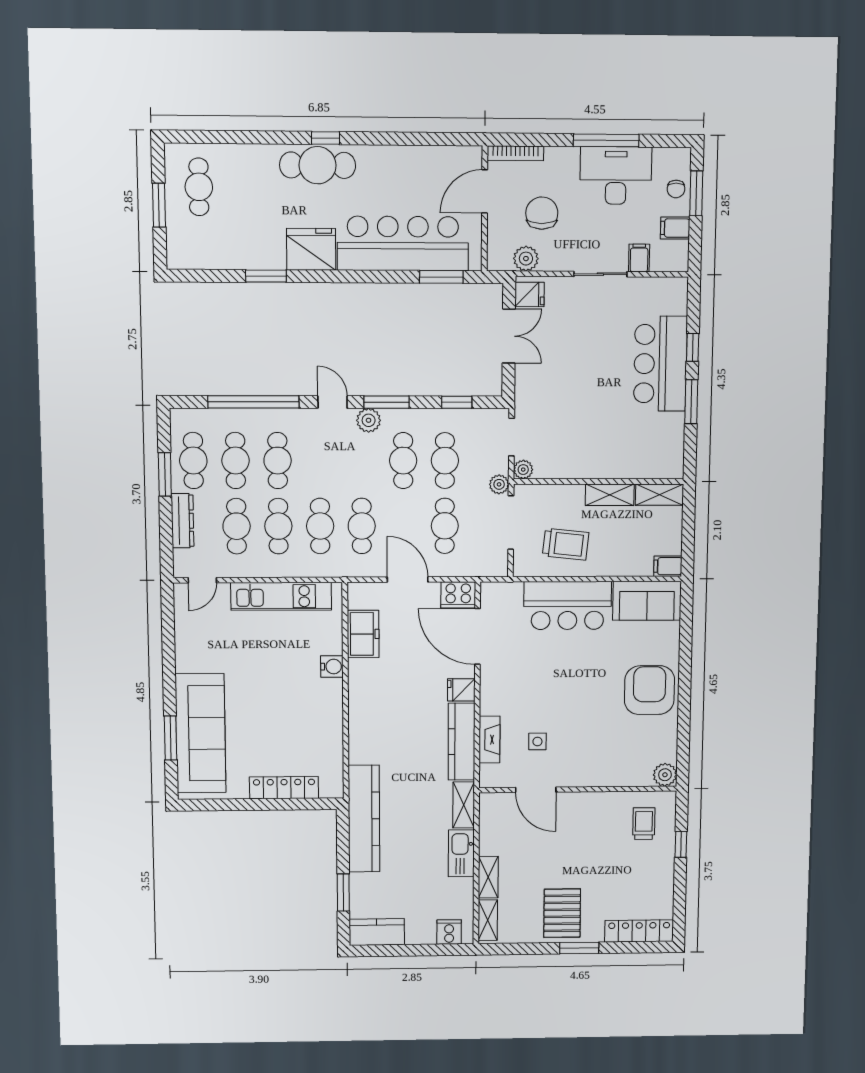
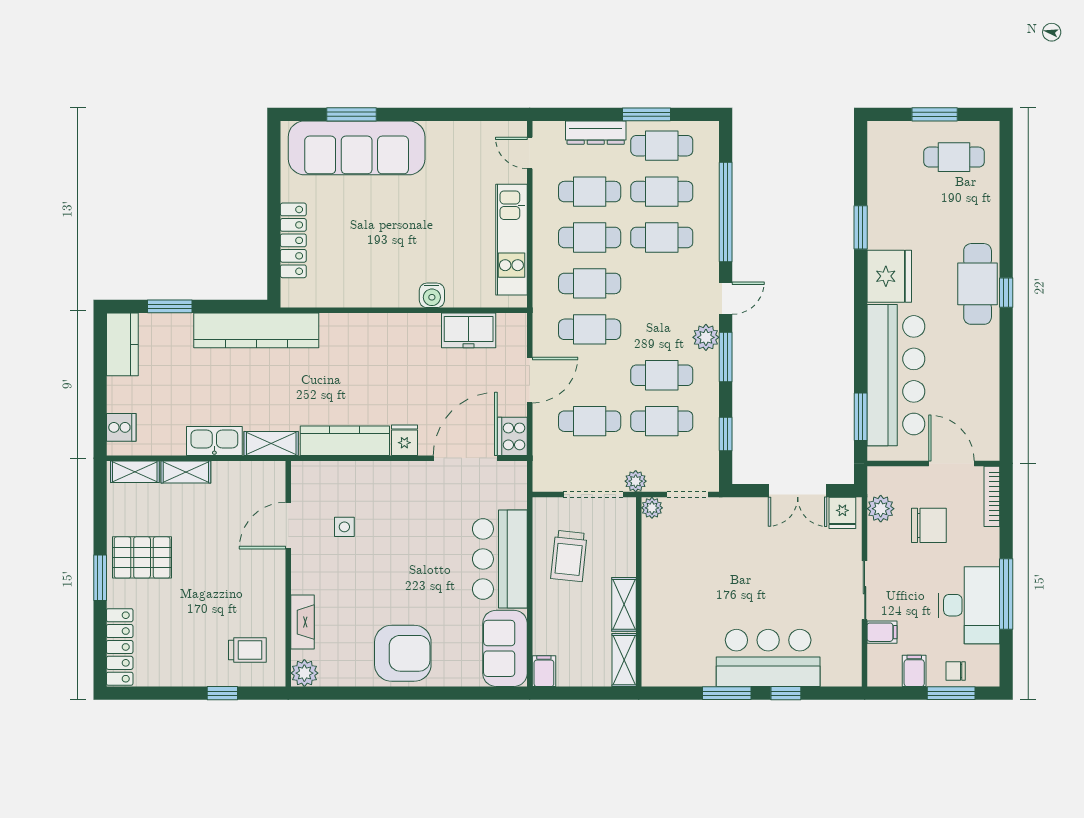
fireplace: (490, 740) -> (302, 622), moved, turned -90

